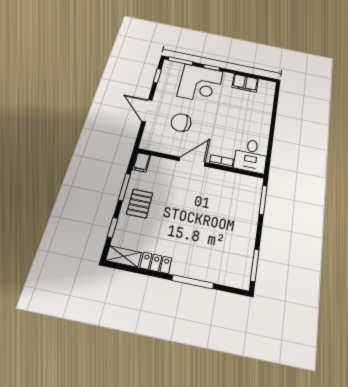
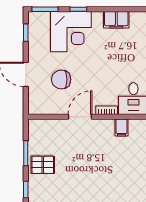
filing cabinet: (141, 162) -> (122, 127), moved
pallet: (140, 203) -> (43, 165), turned 90

